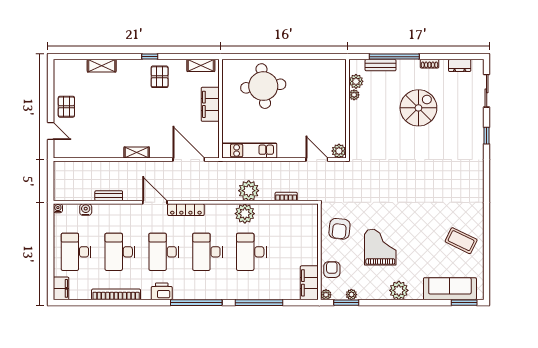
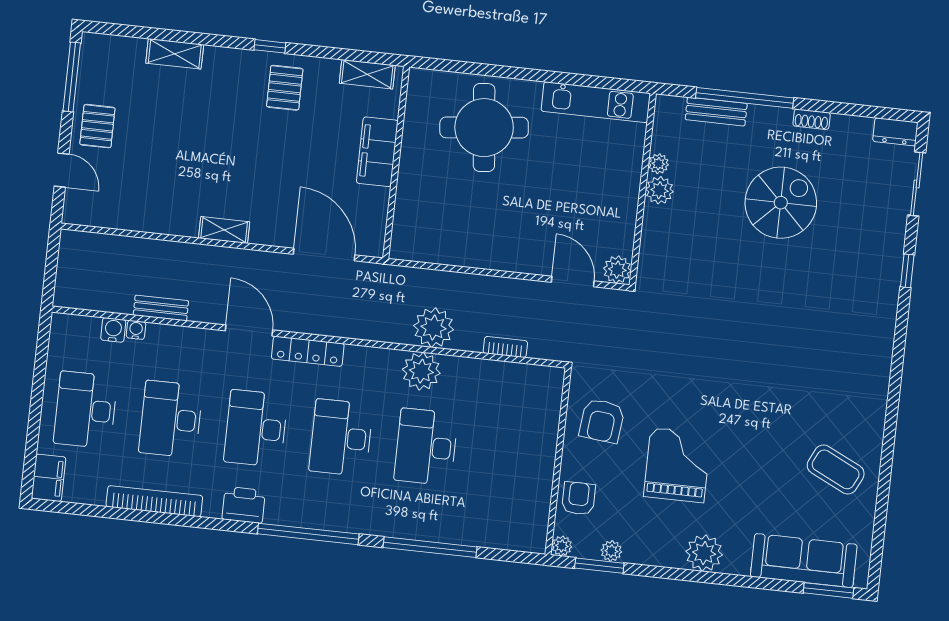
dresser: (460, 65) -> (895, 132), moved
plant: (356, 81) -> (659, 190), moved
window: (51, 83) -> (72, 77), added
kitchen unit: (249, 150) -> (596, 102), moved, turned 180
water cooler: (58, 208) -> (136, 330), moved
filing cabinet: (309, 283) -> (532, 519), removed

